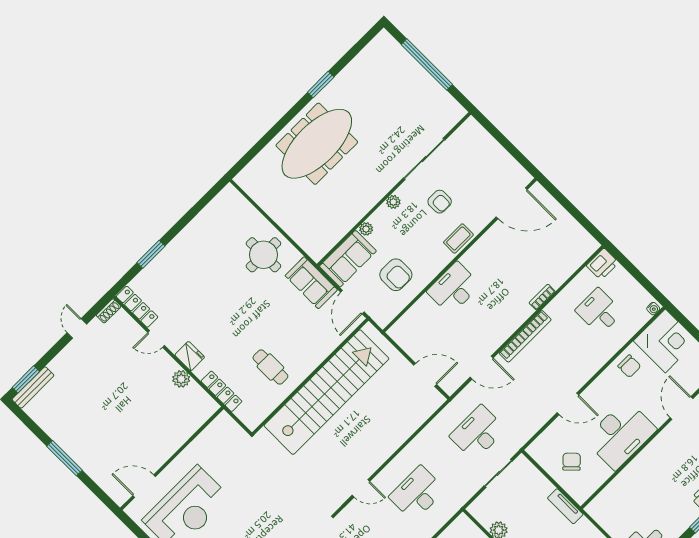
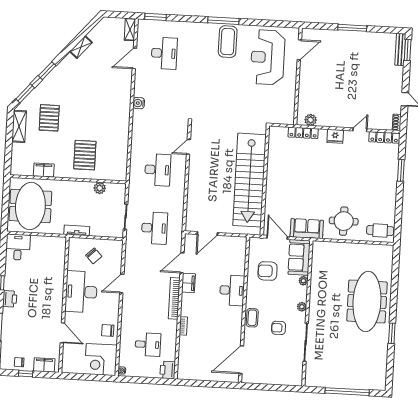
filing cabinet: (494, 339) -> (188, 283), added
cafe table: (270, 367) -> (380, 230), moved
plant: (181, 379) -> (311, 120), moved

